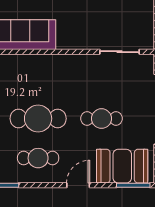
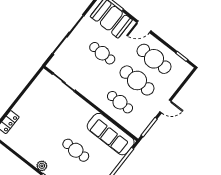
cafe table: (38, 79) -> (120, 102), added
cafe table: (38, 158) -> (154, 59), width x1.37, depth x1.35

